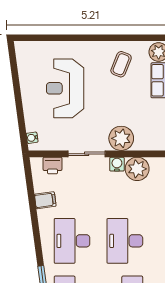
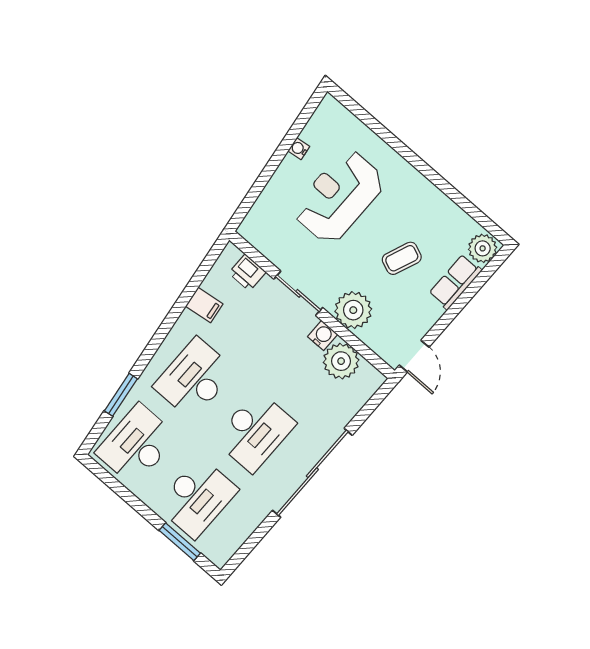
coffee table: (121, 64) -> (402, 258), moved
water cooler: (32, 138) -> (299, 149), moved
desk: (125, 241) -> (255, 431), turned 180

